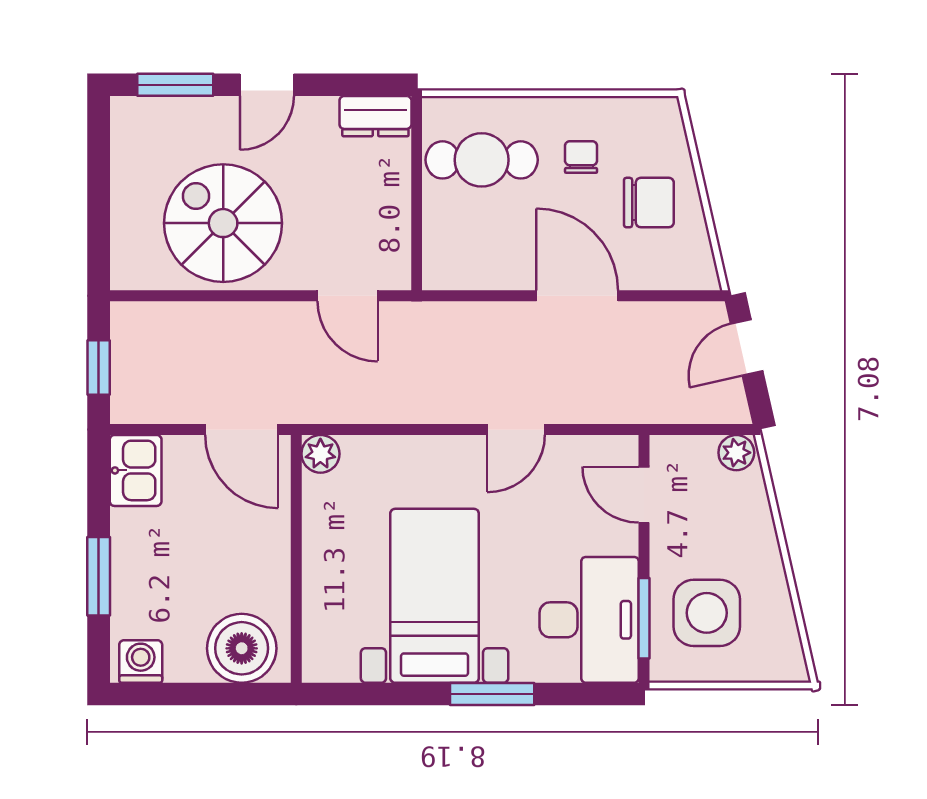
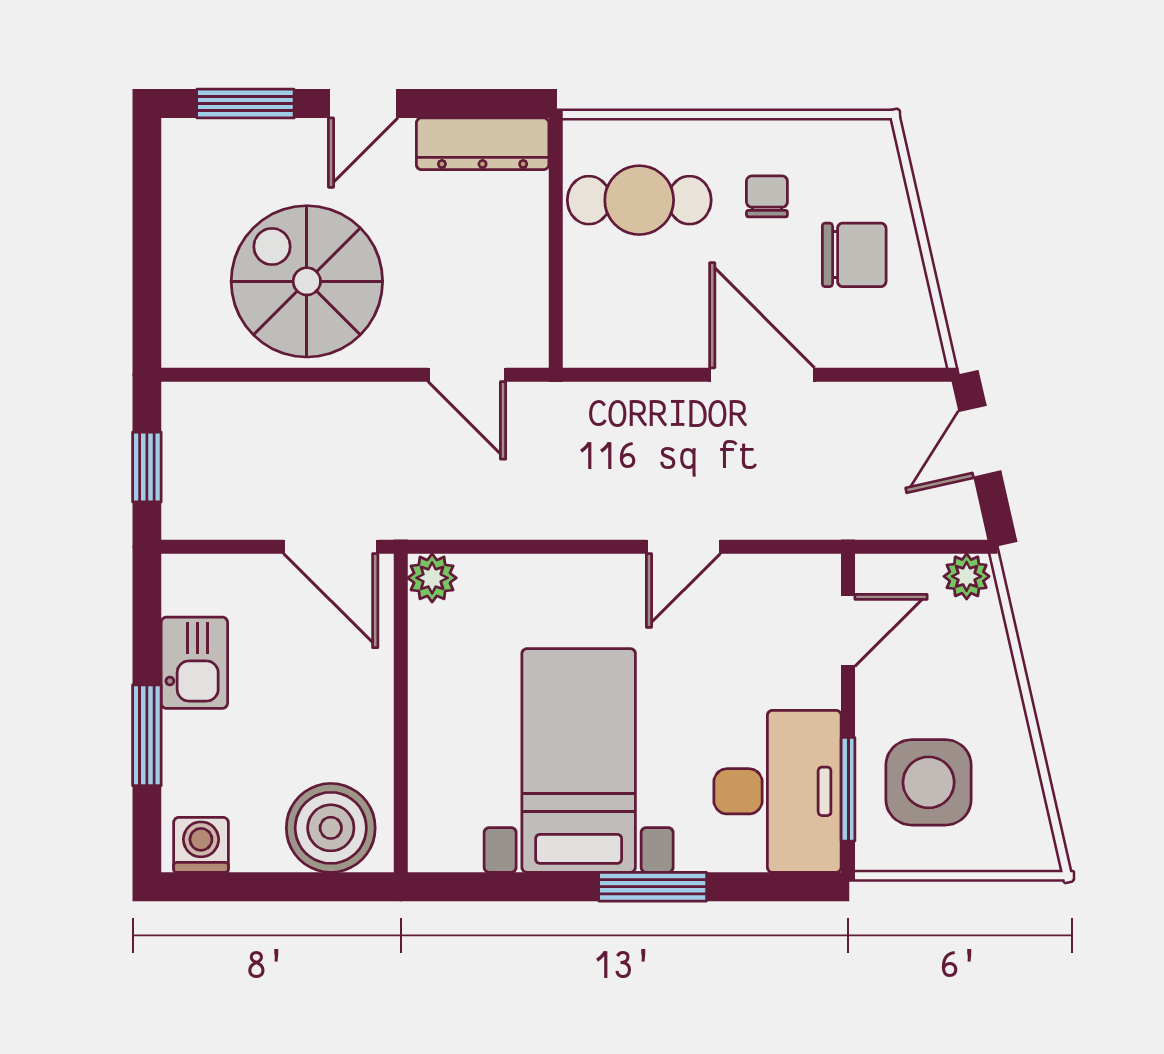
dresser: (375, 116) -> (483, 144), width x1.44
kitchen sink: (136, 470) -> (194, 663), moved
door: (644, 495) -> (848, 630), swing flipped

